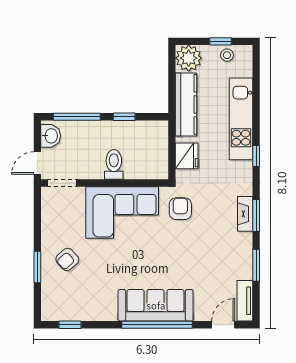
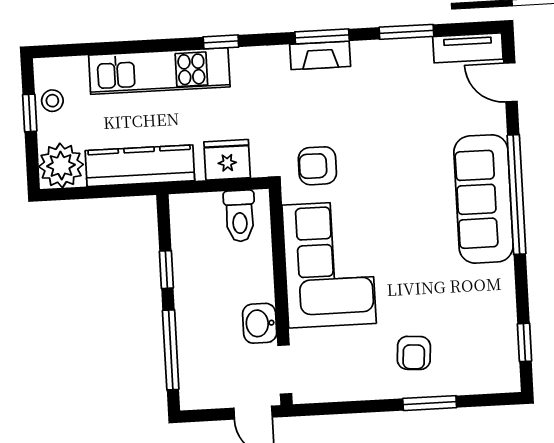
washbasin: (51, 136) -> (260, 323), moved, turned -90
toilet: (114, 164) -> (240, 216), moved, turned -90
armchair: (67, 259) -> (414, 353), turned 46

